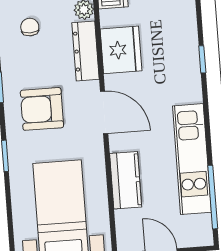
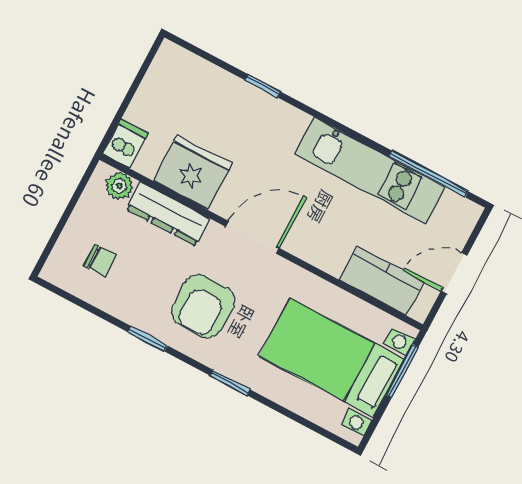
chair: (30, 27) -> (100, 261), turned 180
kitchen counter: (126, 180) -> (382, 281), moved

